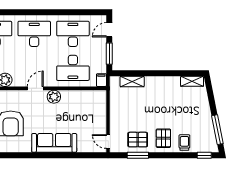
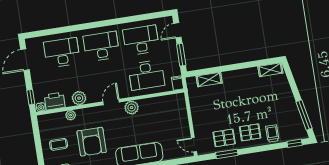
pallet: (163, 138) -> (250, 132), turned 90

